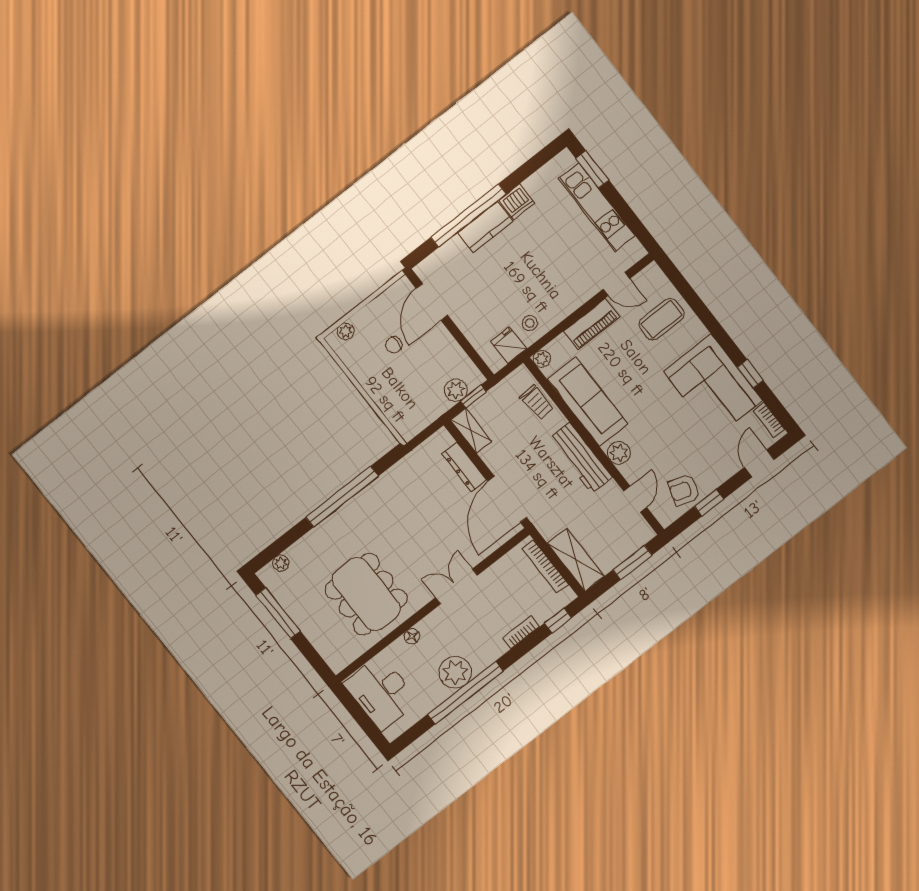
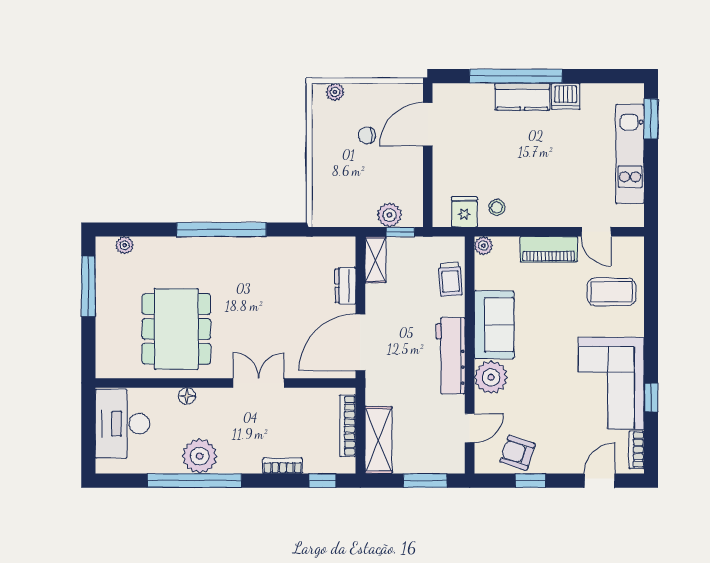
sofa: (588, 402) -> (494, 325), width x0.73
plant: (619, 453) -> (491, 377), width x1.36, depth x1.36
dresser: (464, 467) -> (345, 286), width x0.70

